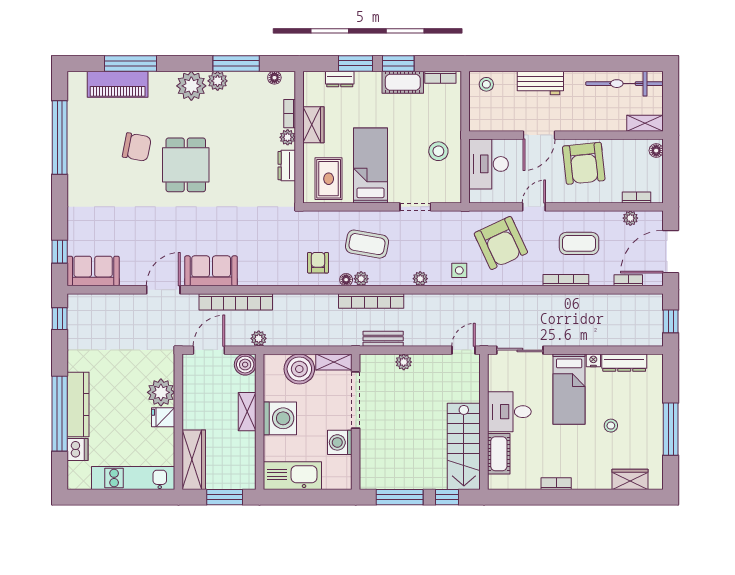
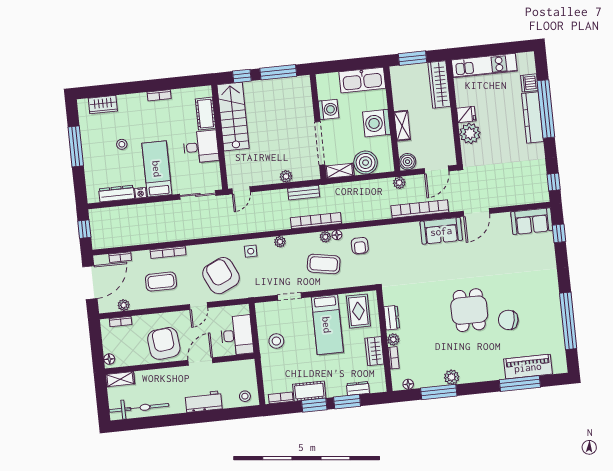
plant: (191, 86) -> (471, 371), removed

